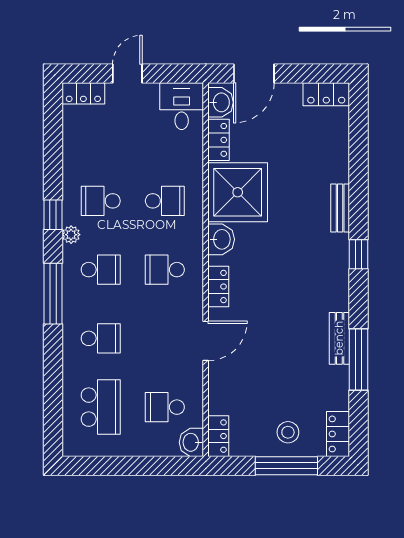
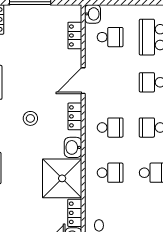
school desk: (165, 201) -> (110, 173), turned 180
stool: (288, 432) -> (30, 118), moved
locker: (218, 436) -> (75, 35), moved

